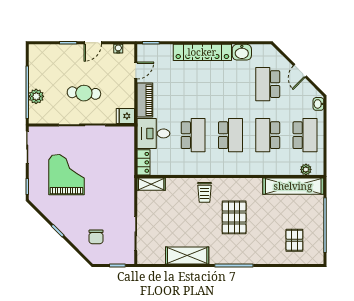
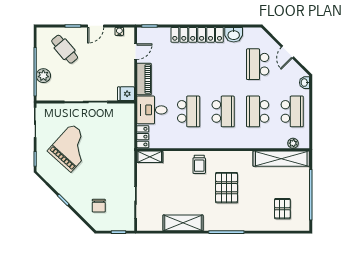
cafe table: (84, 93) -> (65, 49), moved, turned 46
grand piano: (67, 175) -> (71, 148), turned 42

